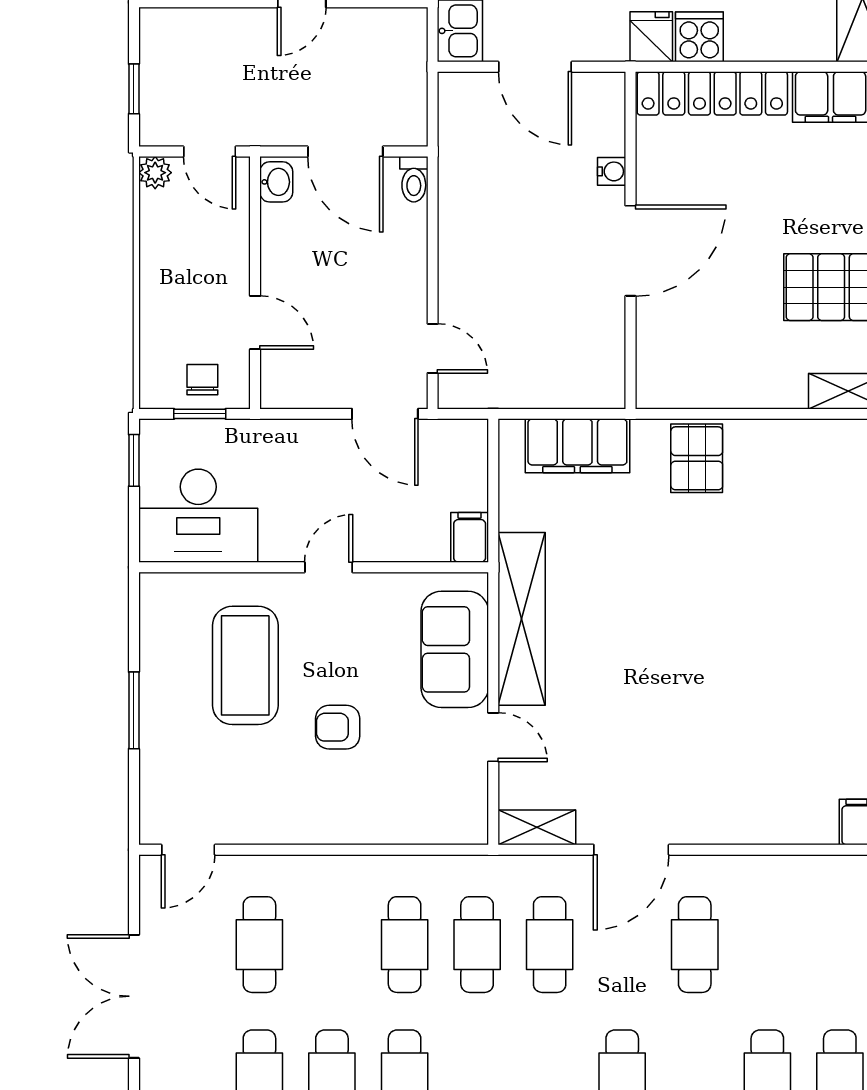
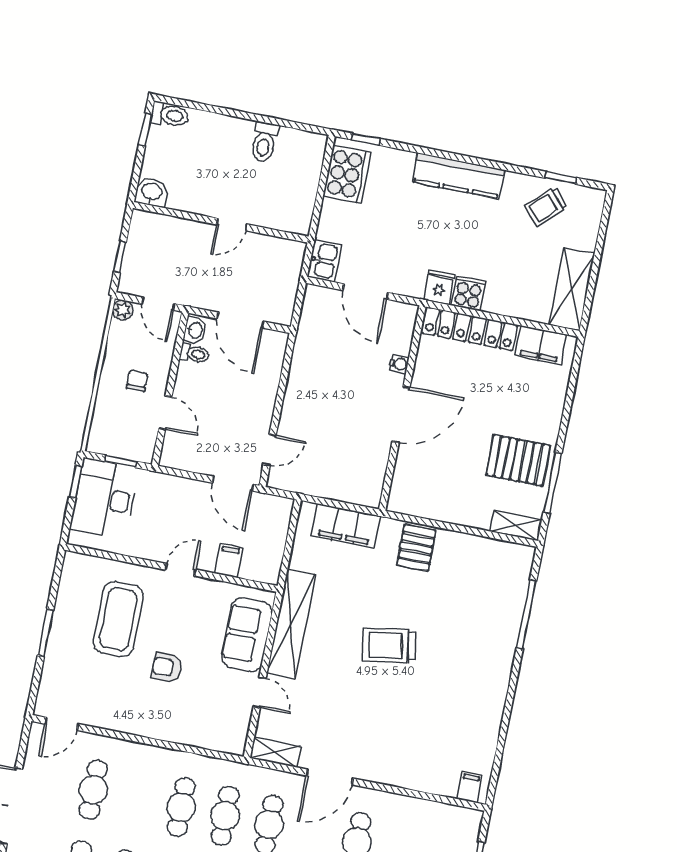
toilet: (414, 179) -> (194, 354), moved, turned -90
door: (433, 348) -> (270, 450), hinge flipped
chair: (202, 380) -> (137, 381), moved
desk: (198, 516) -> (104, 499), moved, turned 90
filing cabinet: (470, 537) -> (229, 560), moved
trolley: (684, 622) -> (389, 645), added

